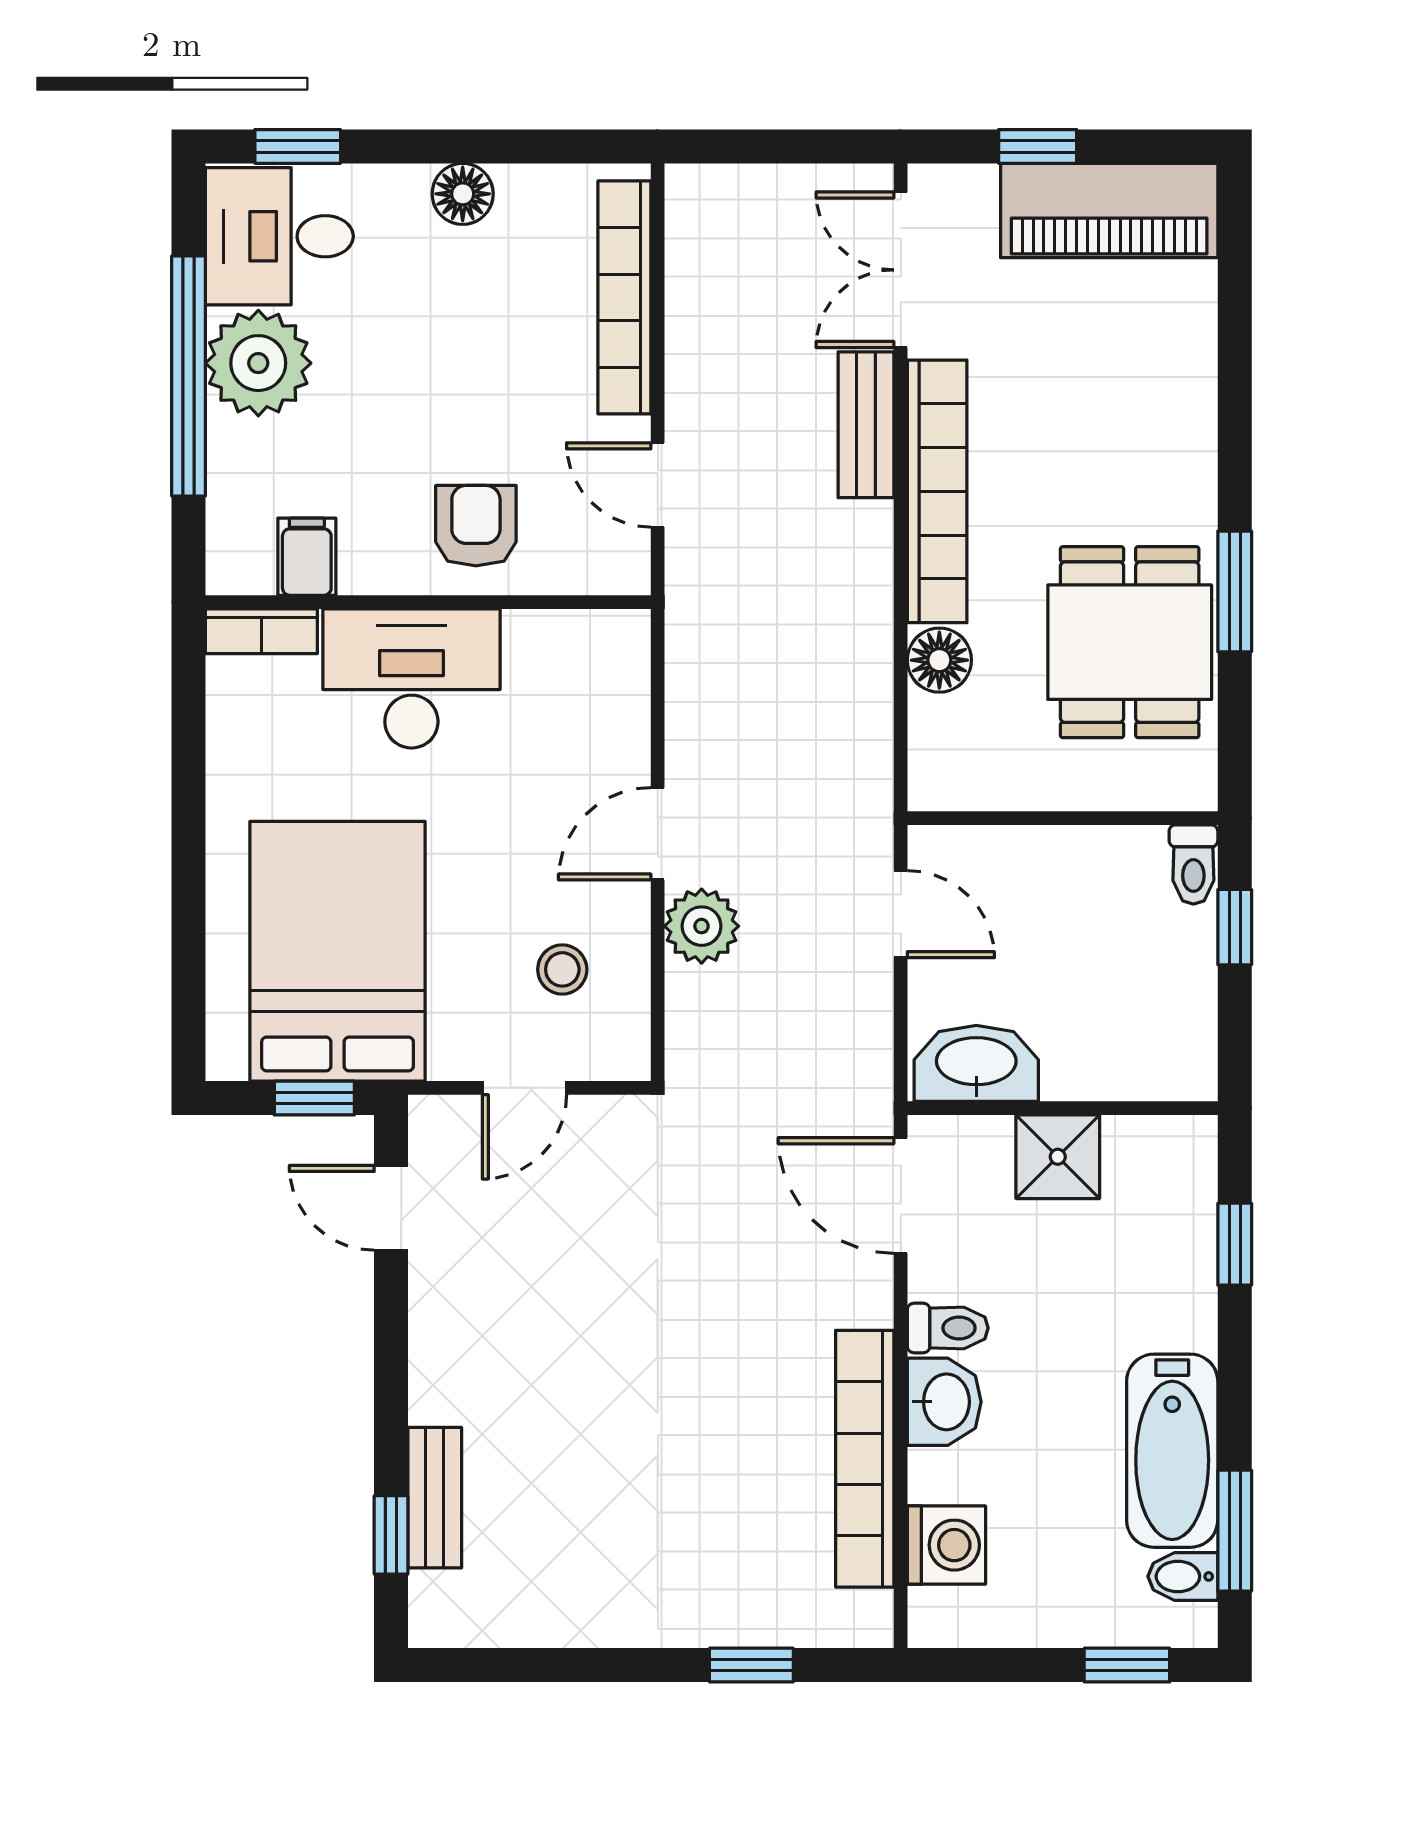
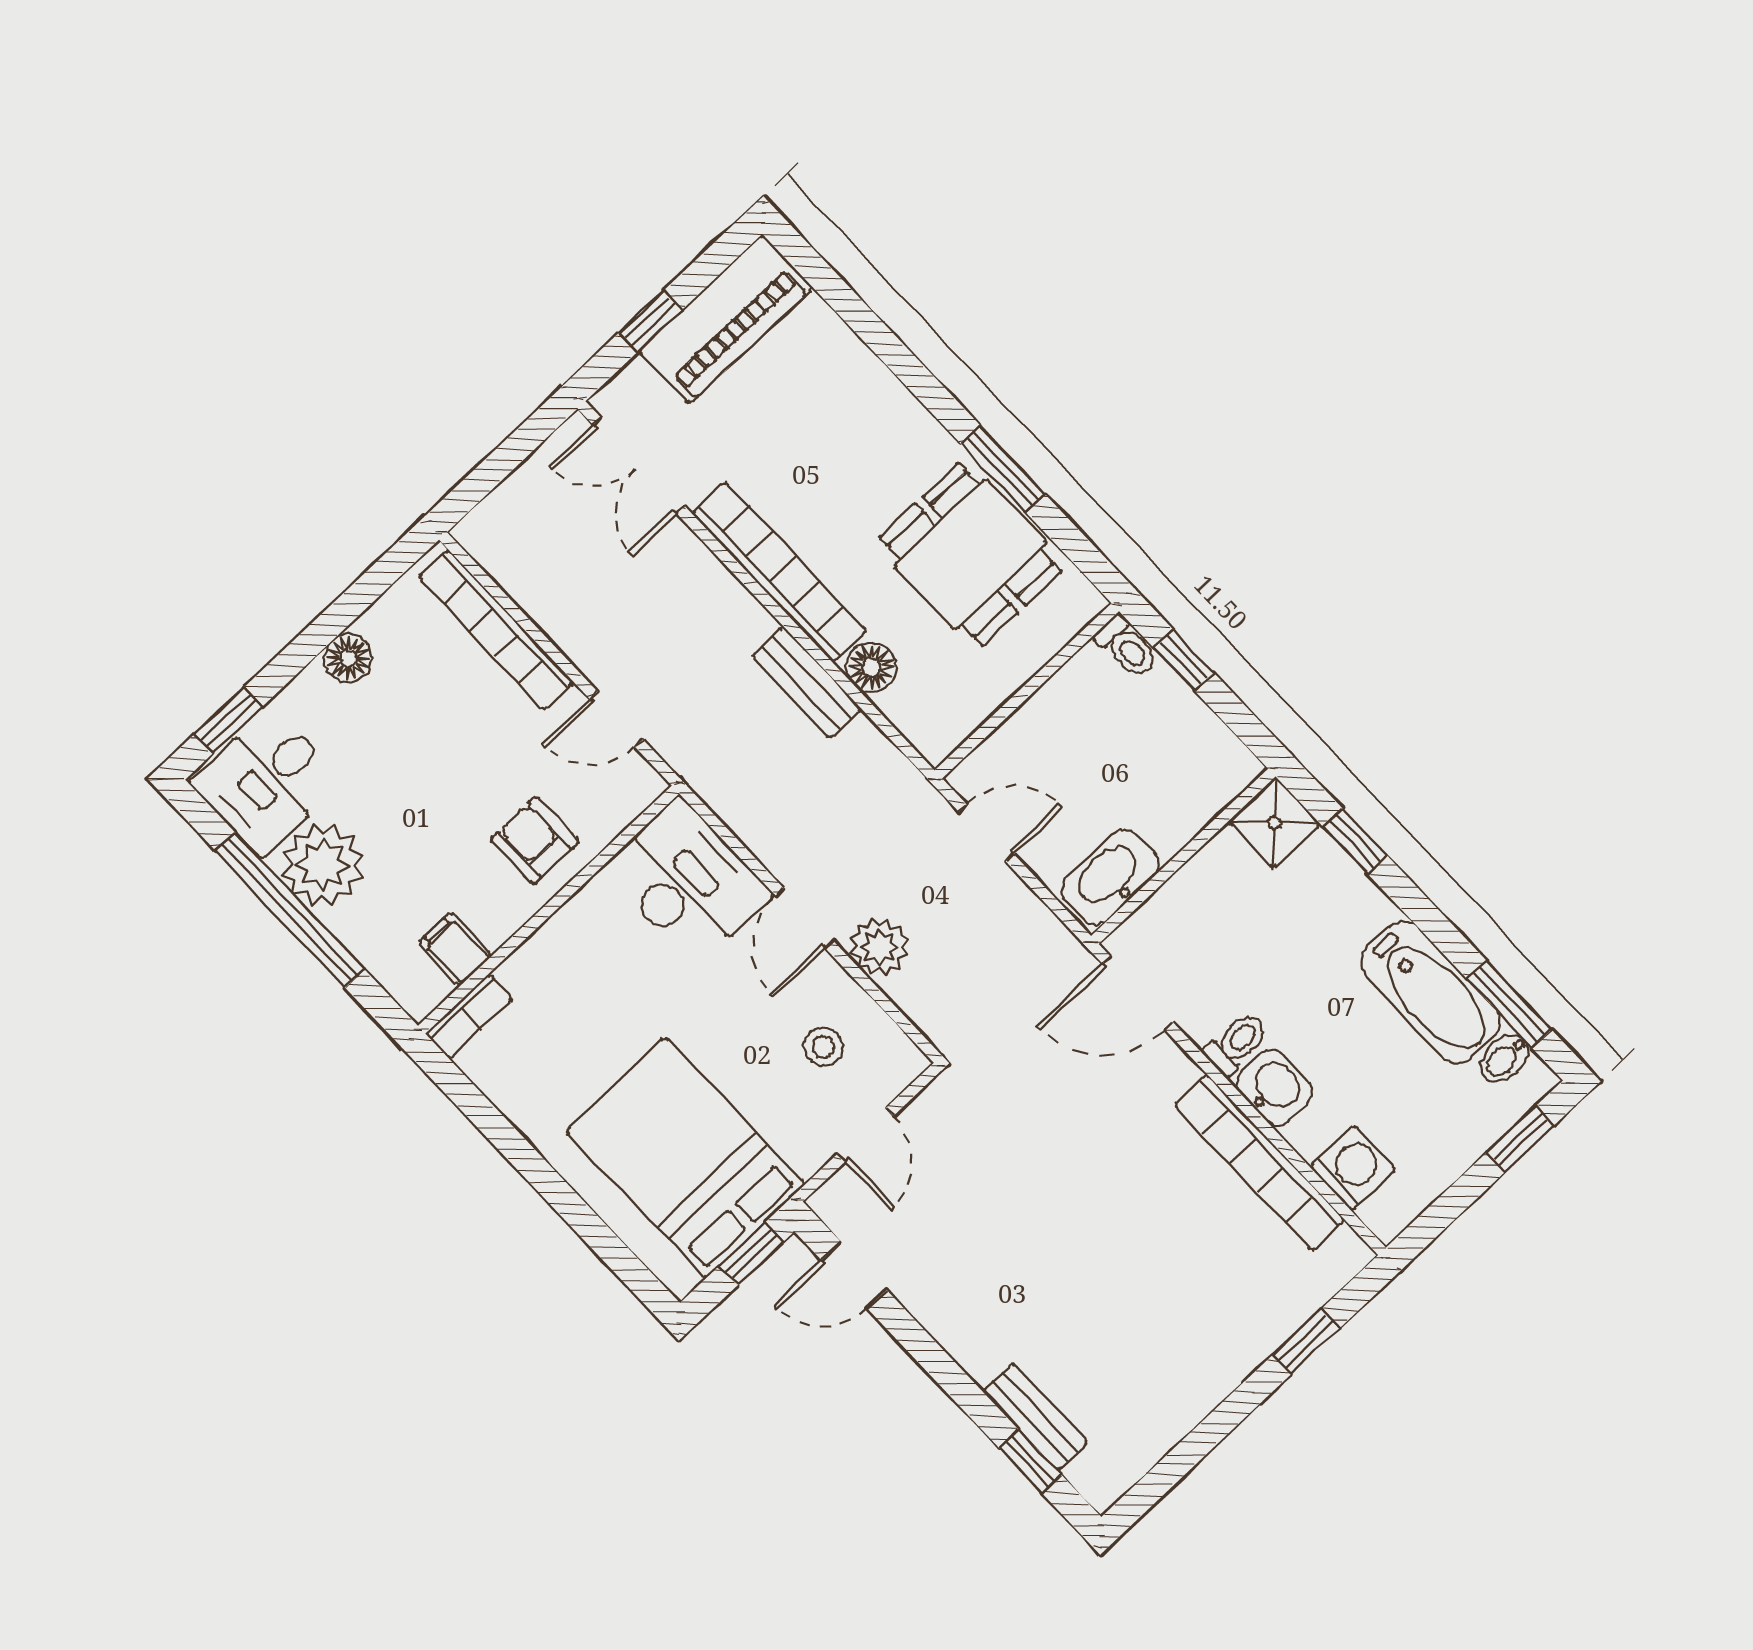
bench: (866, 425) -> (807, 683), moved
desk: (411, 678) -> (687, 882), moved, turned 90
shower: (1058, 1157) -> (1274, 823), moved

